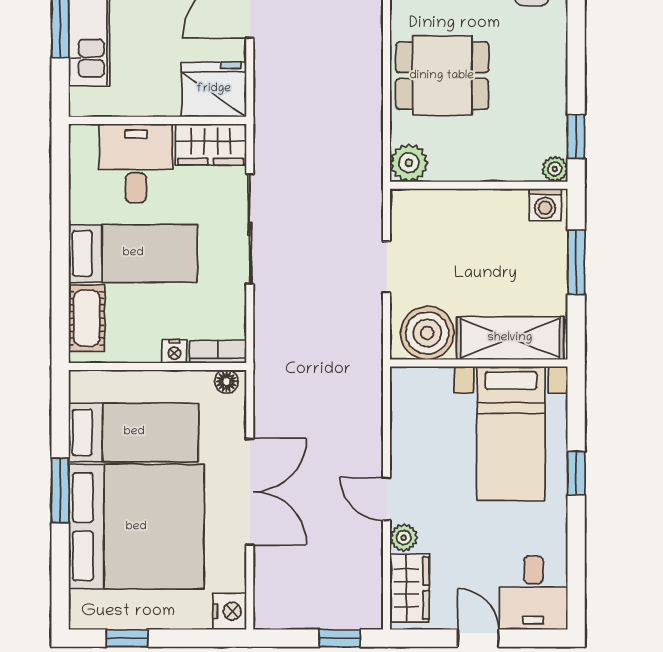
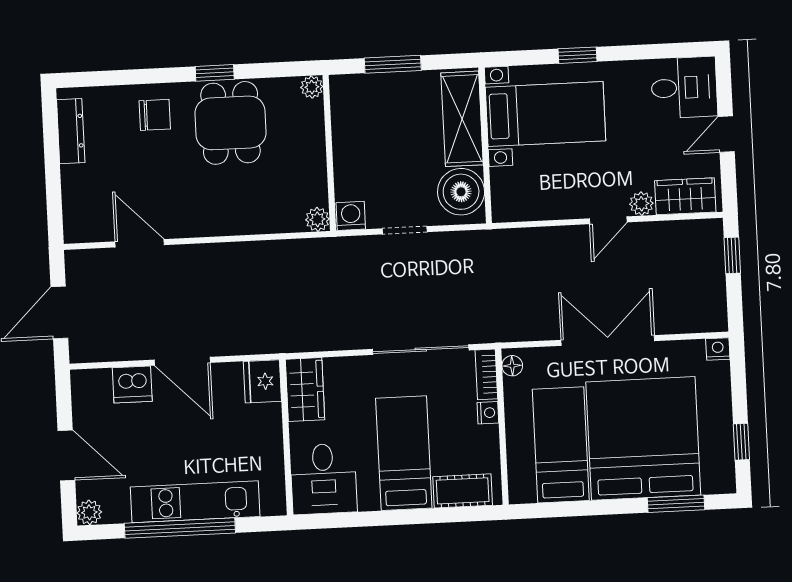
dining table: (442, 76) -> (230, 123), moved
fridge: (214, 89) -> (262, 381), width x0.73, depth x0.75
window: (576, 137) -> (215, 73), moved
desk: (136, 163) -> (323, 479), moved, turned -90
plant: (409, 163) -> (317, 219), width x0.73, depth x0.73
washing machine: (545, 205) -> (351, 216), moved, turned -90
sliding door: (250, 229) -> (421, 350), moved
window: (60, 490) -> (676, 504), moved
nightstand: (230, 611) -> (718, 349), width x0.72, depth x0.74

